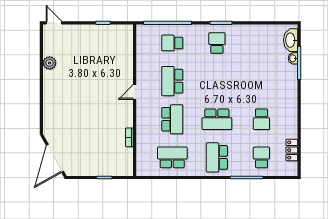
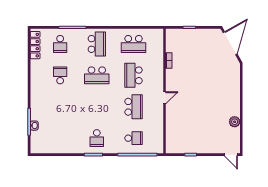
washbasin: (291, 40) -> (36, 140), removed
school desk: (217, 119) -> (97, 75), turned 180
locker: (292, 150) -> (35, 45), width x1.53

